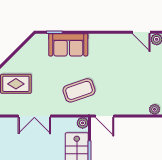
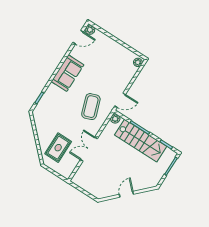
sofa: (68, 45) -> (68, 73), moved
double door: (34, 116) -> (89, 149), swing flipped

